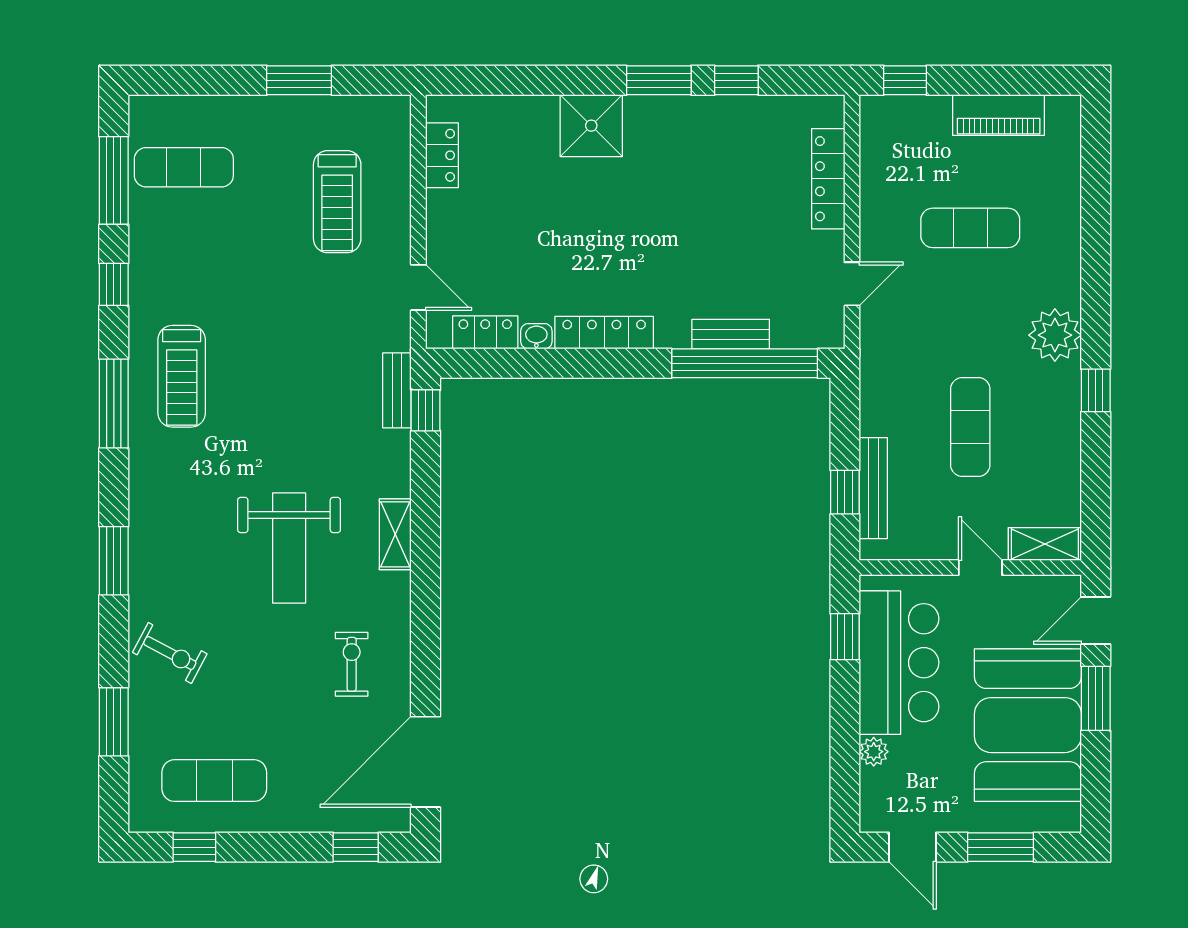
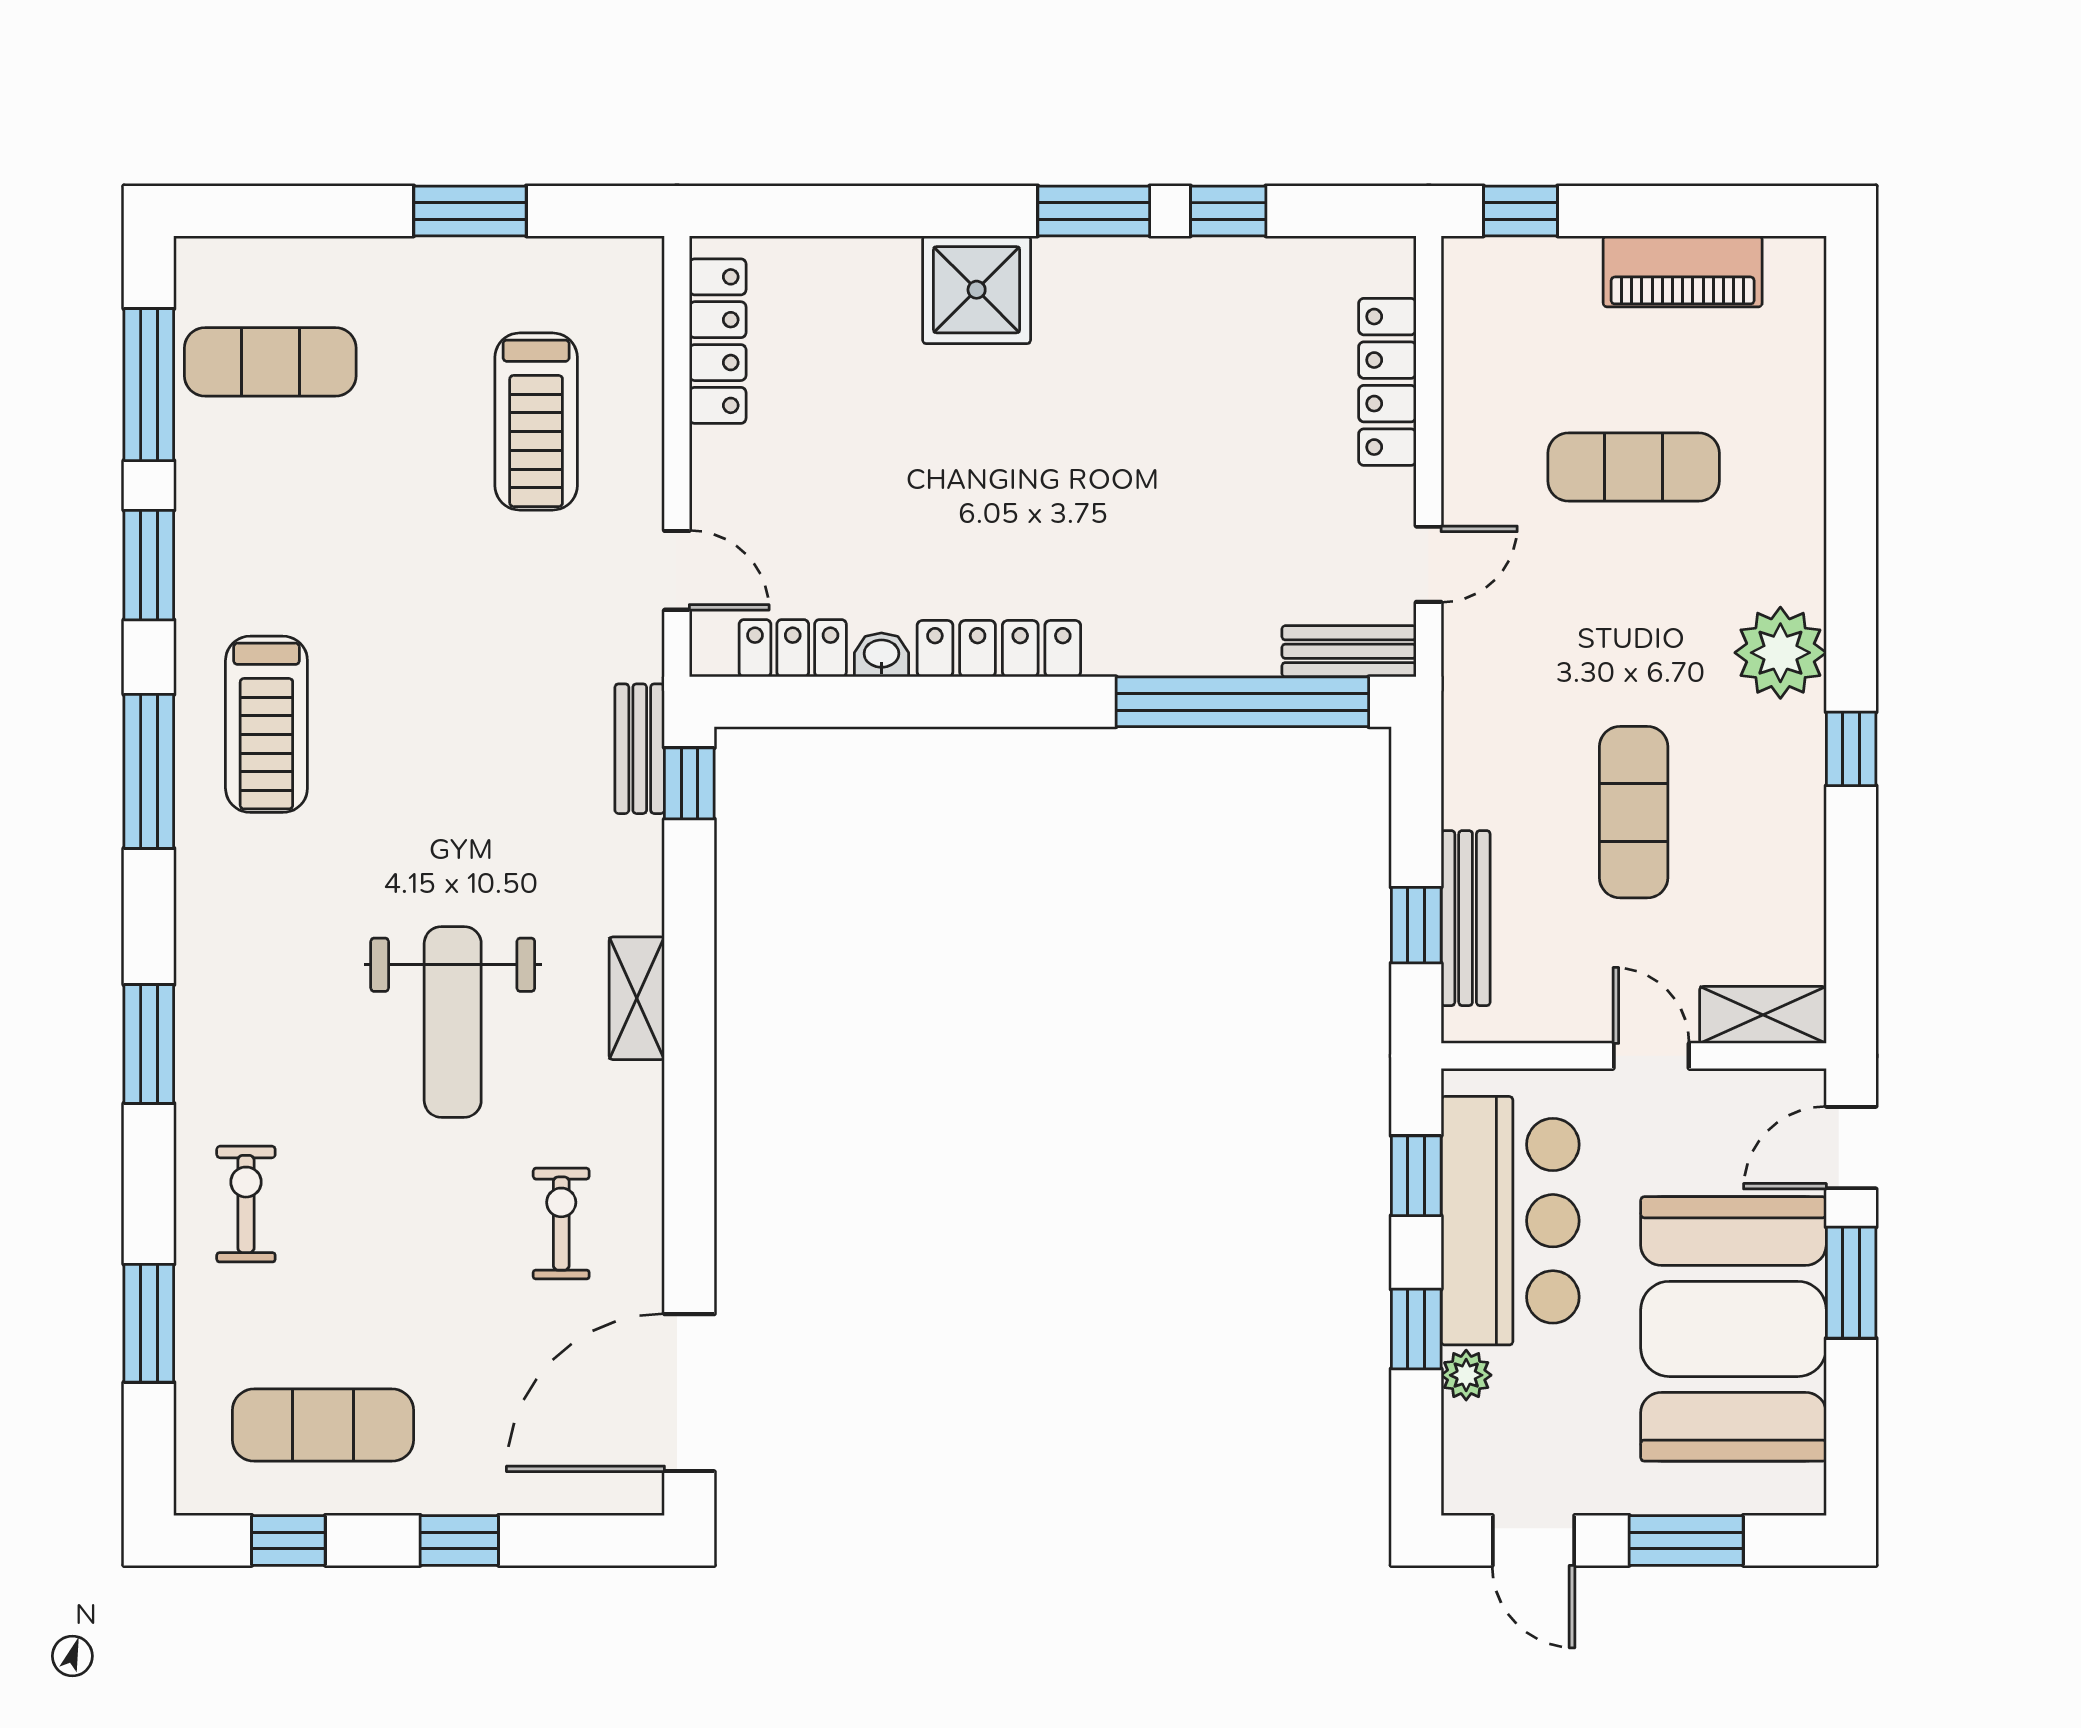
locker: (442, 155) -> (718, 341), width x1.53
window: (114, 284) -> (149, 565), width x1.50
bench: (731, 334) -> (1349, 651), moved
exercise bike: (170, 653) -> (246, 1204), turned -118
window: (845, 725) -> (1416, 1329), added
window: (356, 847) -> (459, 1540), moved

